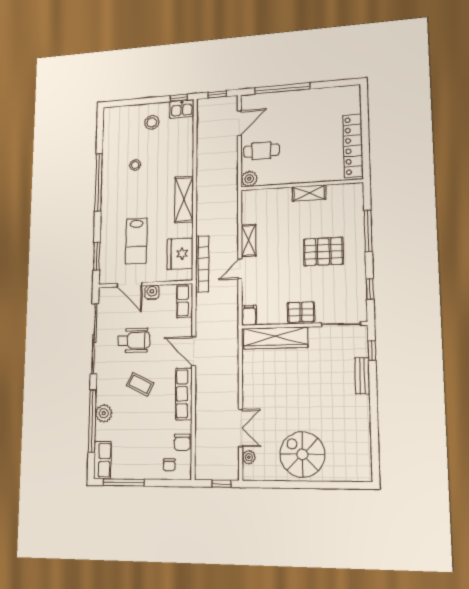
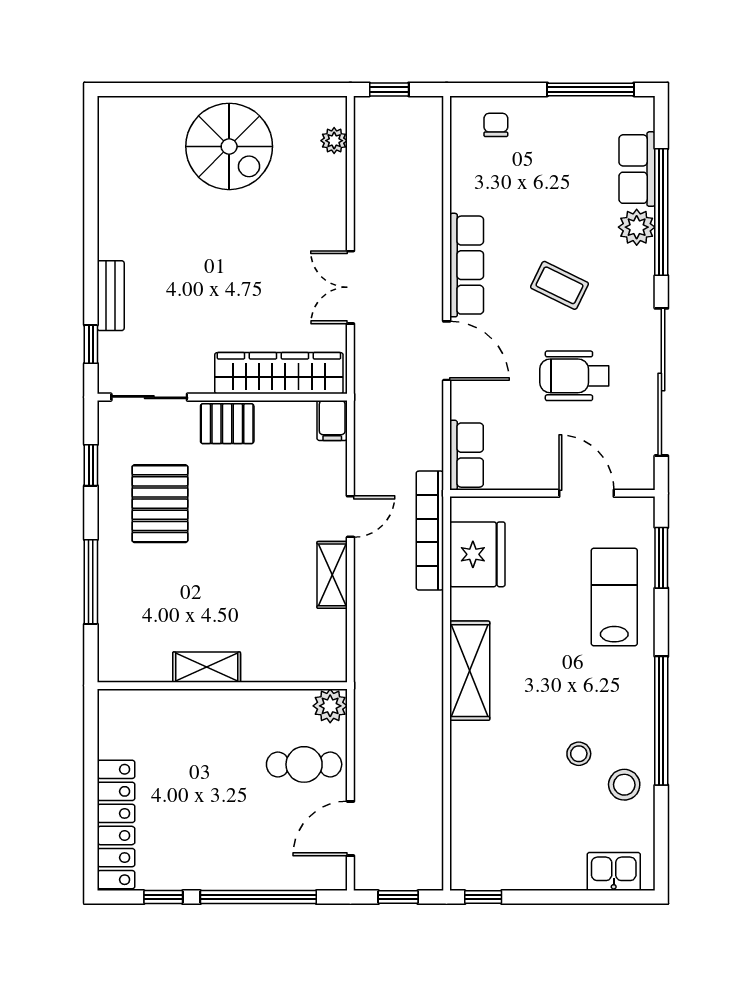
window: (328, 84) -> (163, 897), added
kitchen sink: (182, 109) -> (614, 872), moved
stool: (152, 122) -> (624, 785), moved
locker: (353, 146) -> (116, 824), moved
lab bench: (136, 241) -> (614, 597), moved
pallet: (323, 252) -> (160, 504), moved, turned 90
water cooler: (152, 292) -> (537, 475), removed
double door: (241, 428) -> (350, 287), moved
chair: (182, 442) -> (469, 169), removed
row of seats: (102, 460) -> (637, 169), moved

